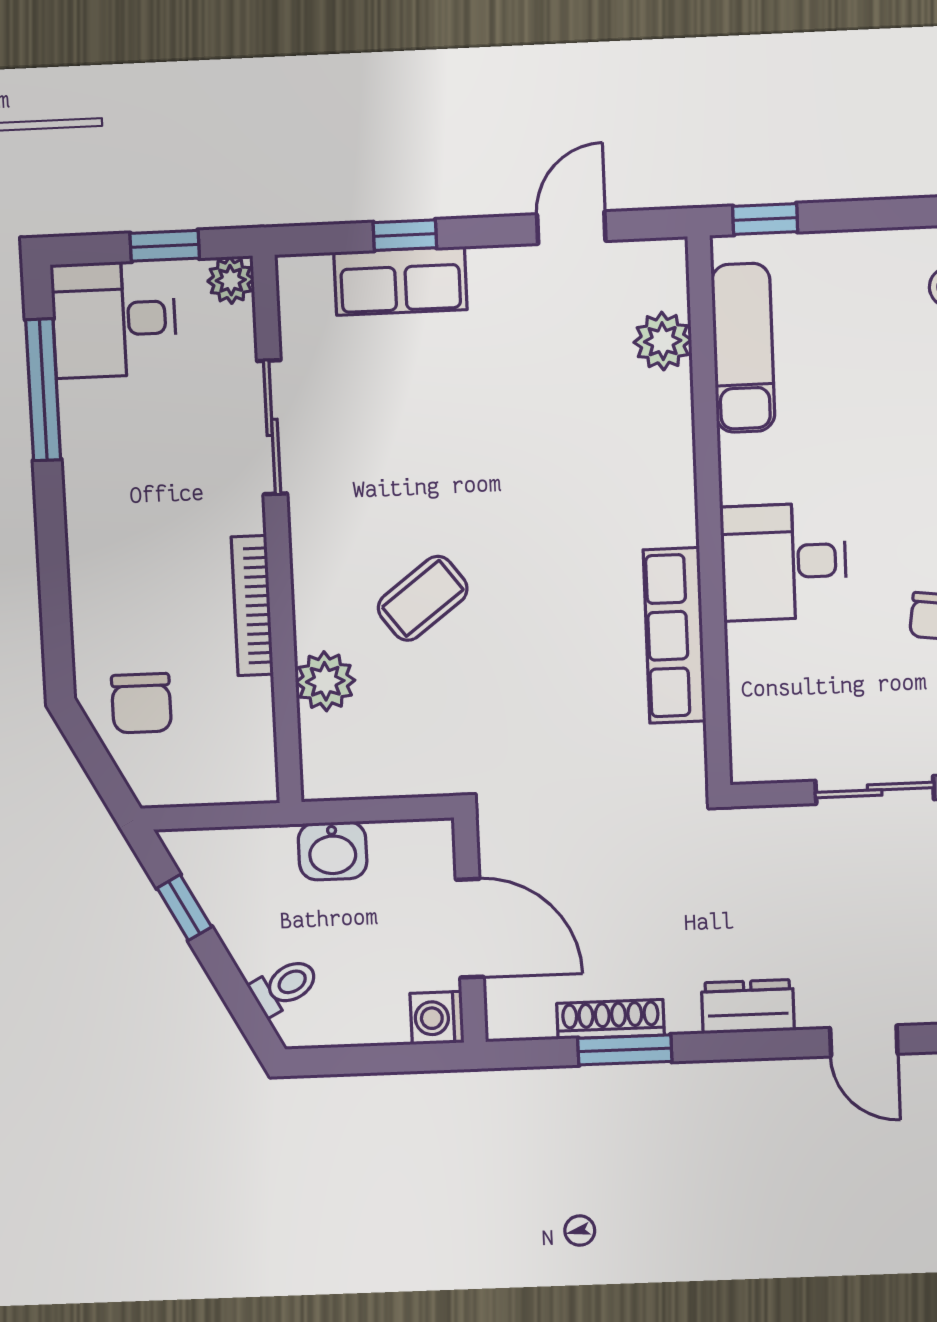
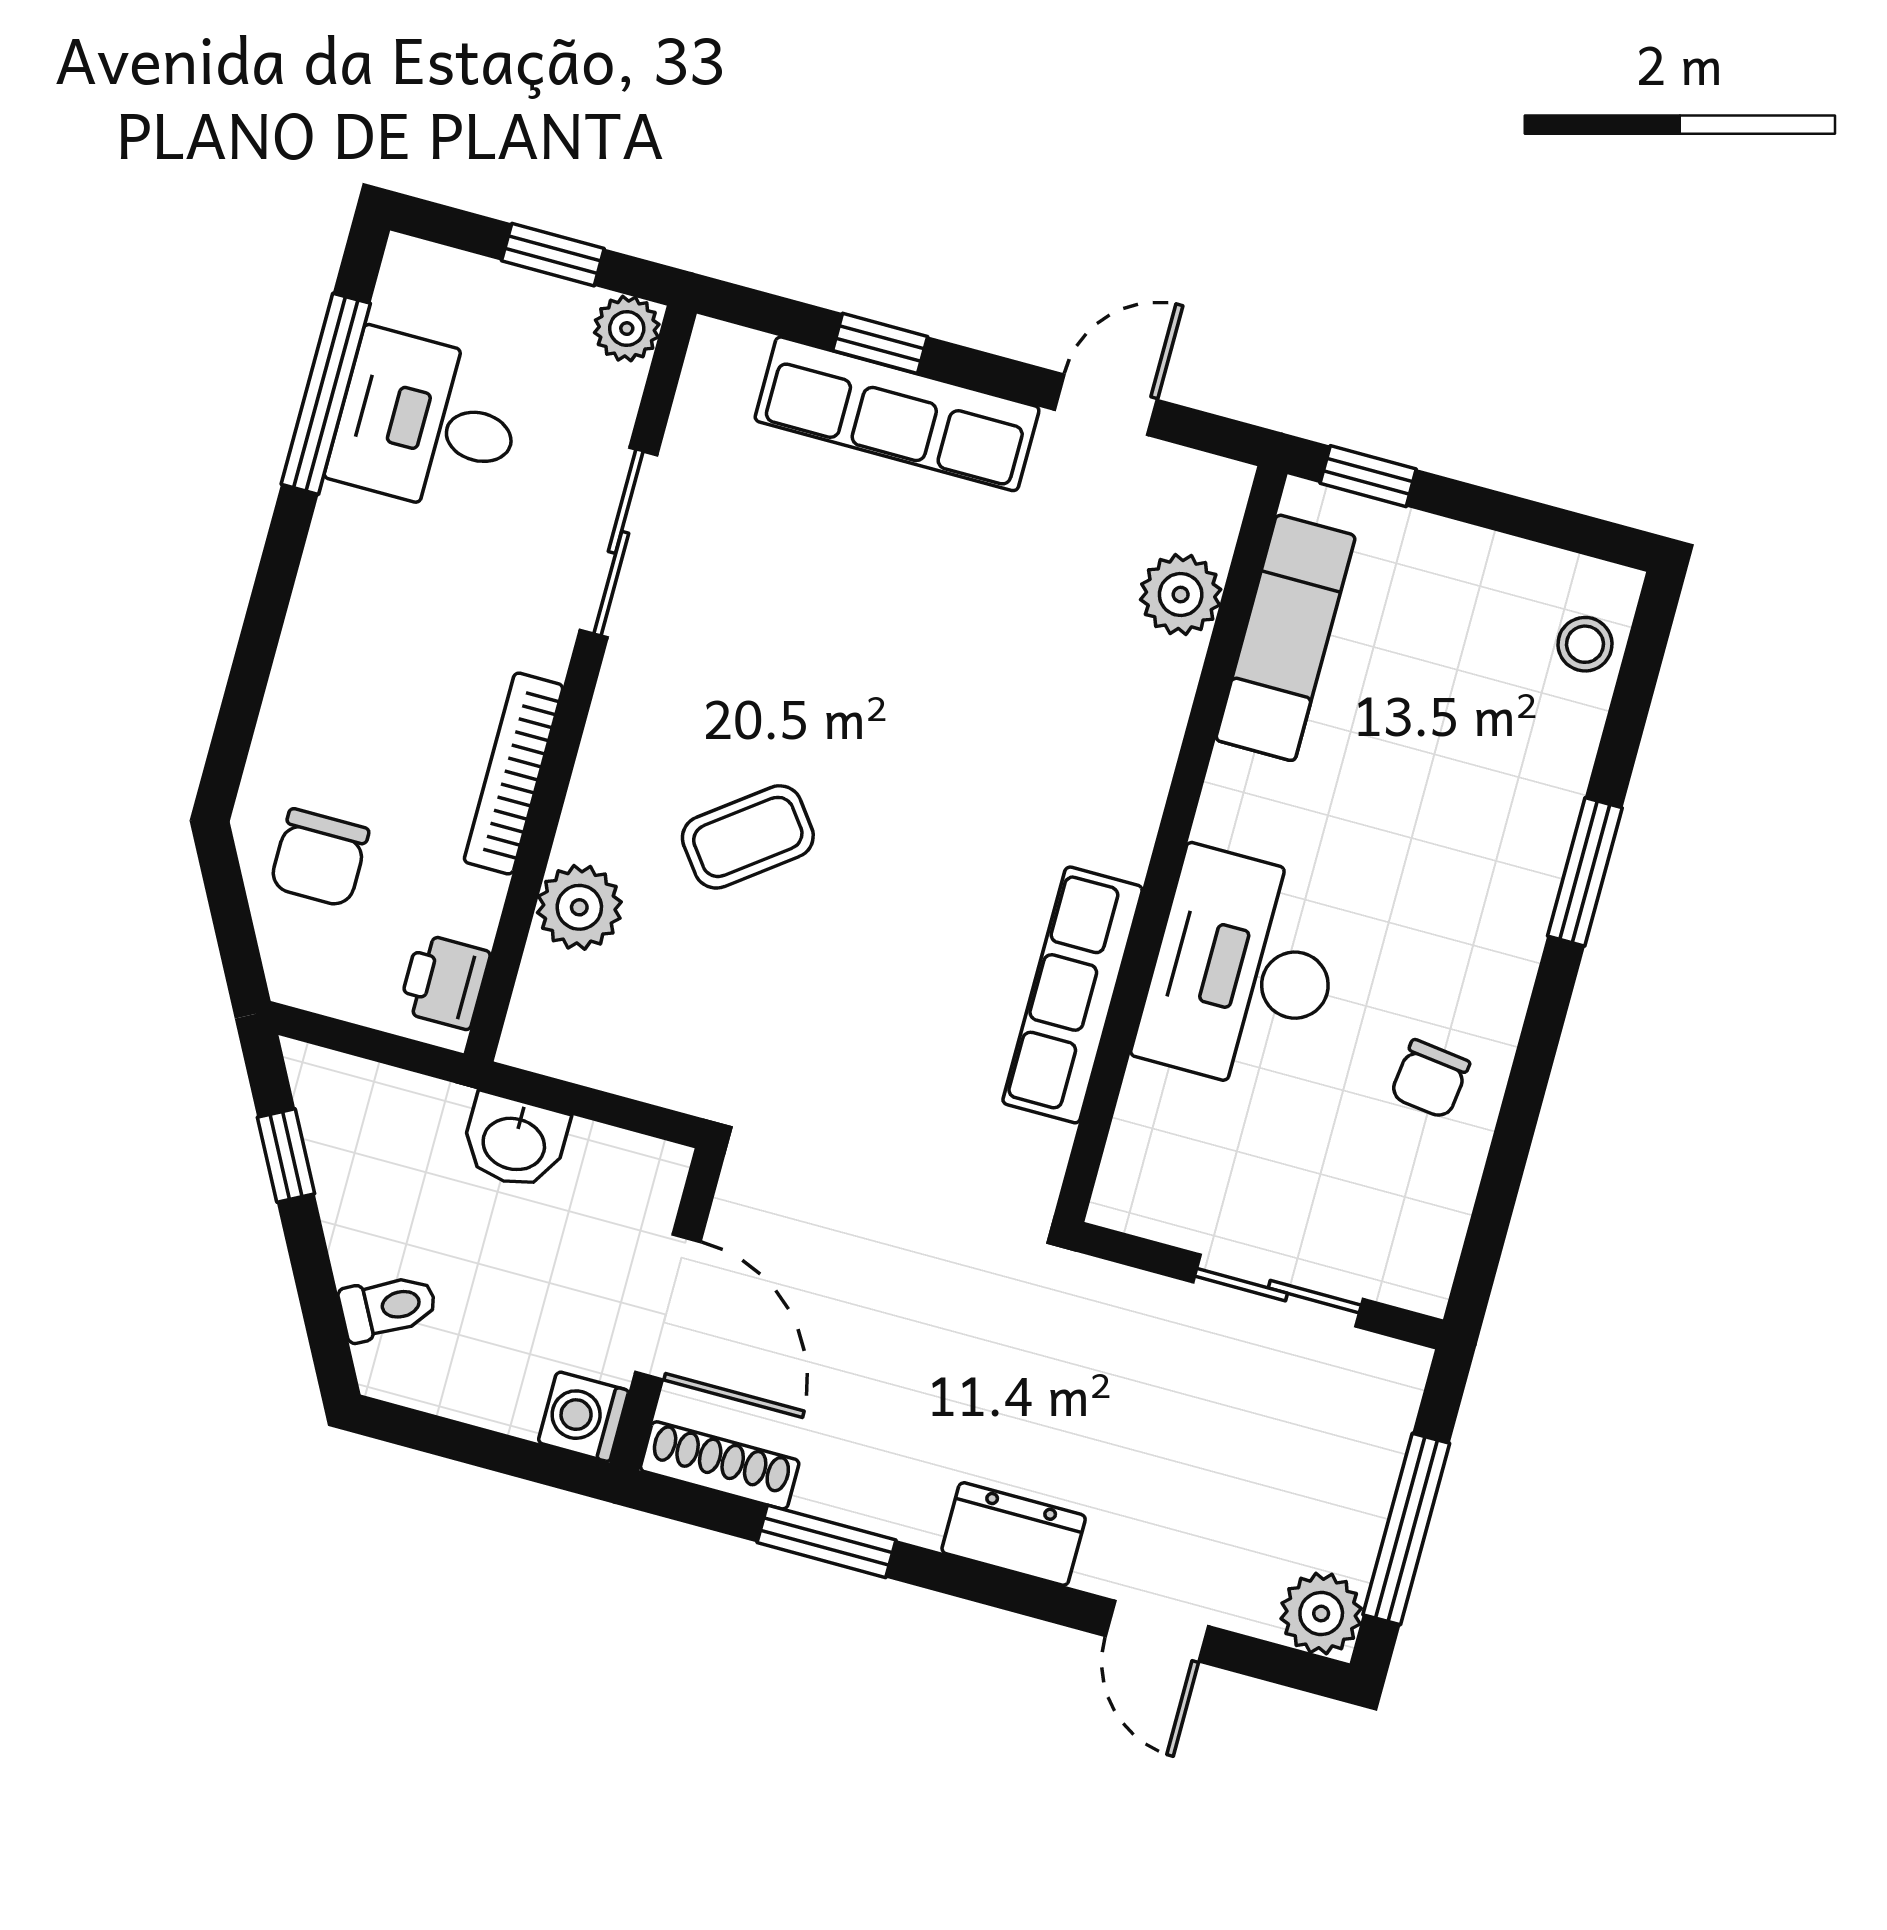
row of seats: (400, 281) -> (897, 414), width x1.48
desk: (114, 319) -> (427, 423), moved
desk: (784, 562) -> (1243, 971), width x1.37
printer: (252, 759) -> (445, 982), added
shoe rack: (611, 1019) -> (720, 1465), moved

